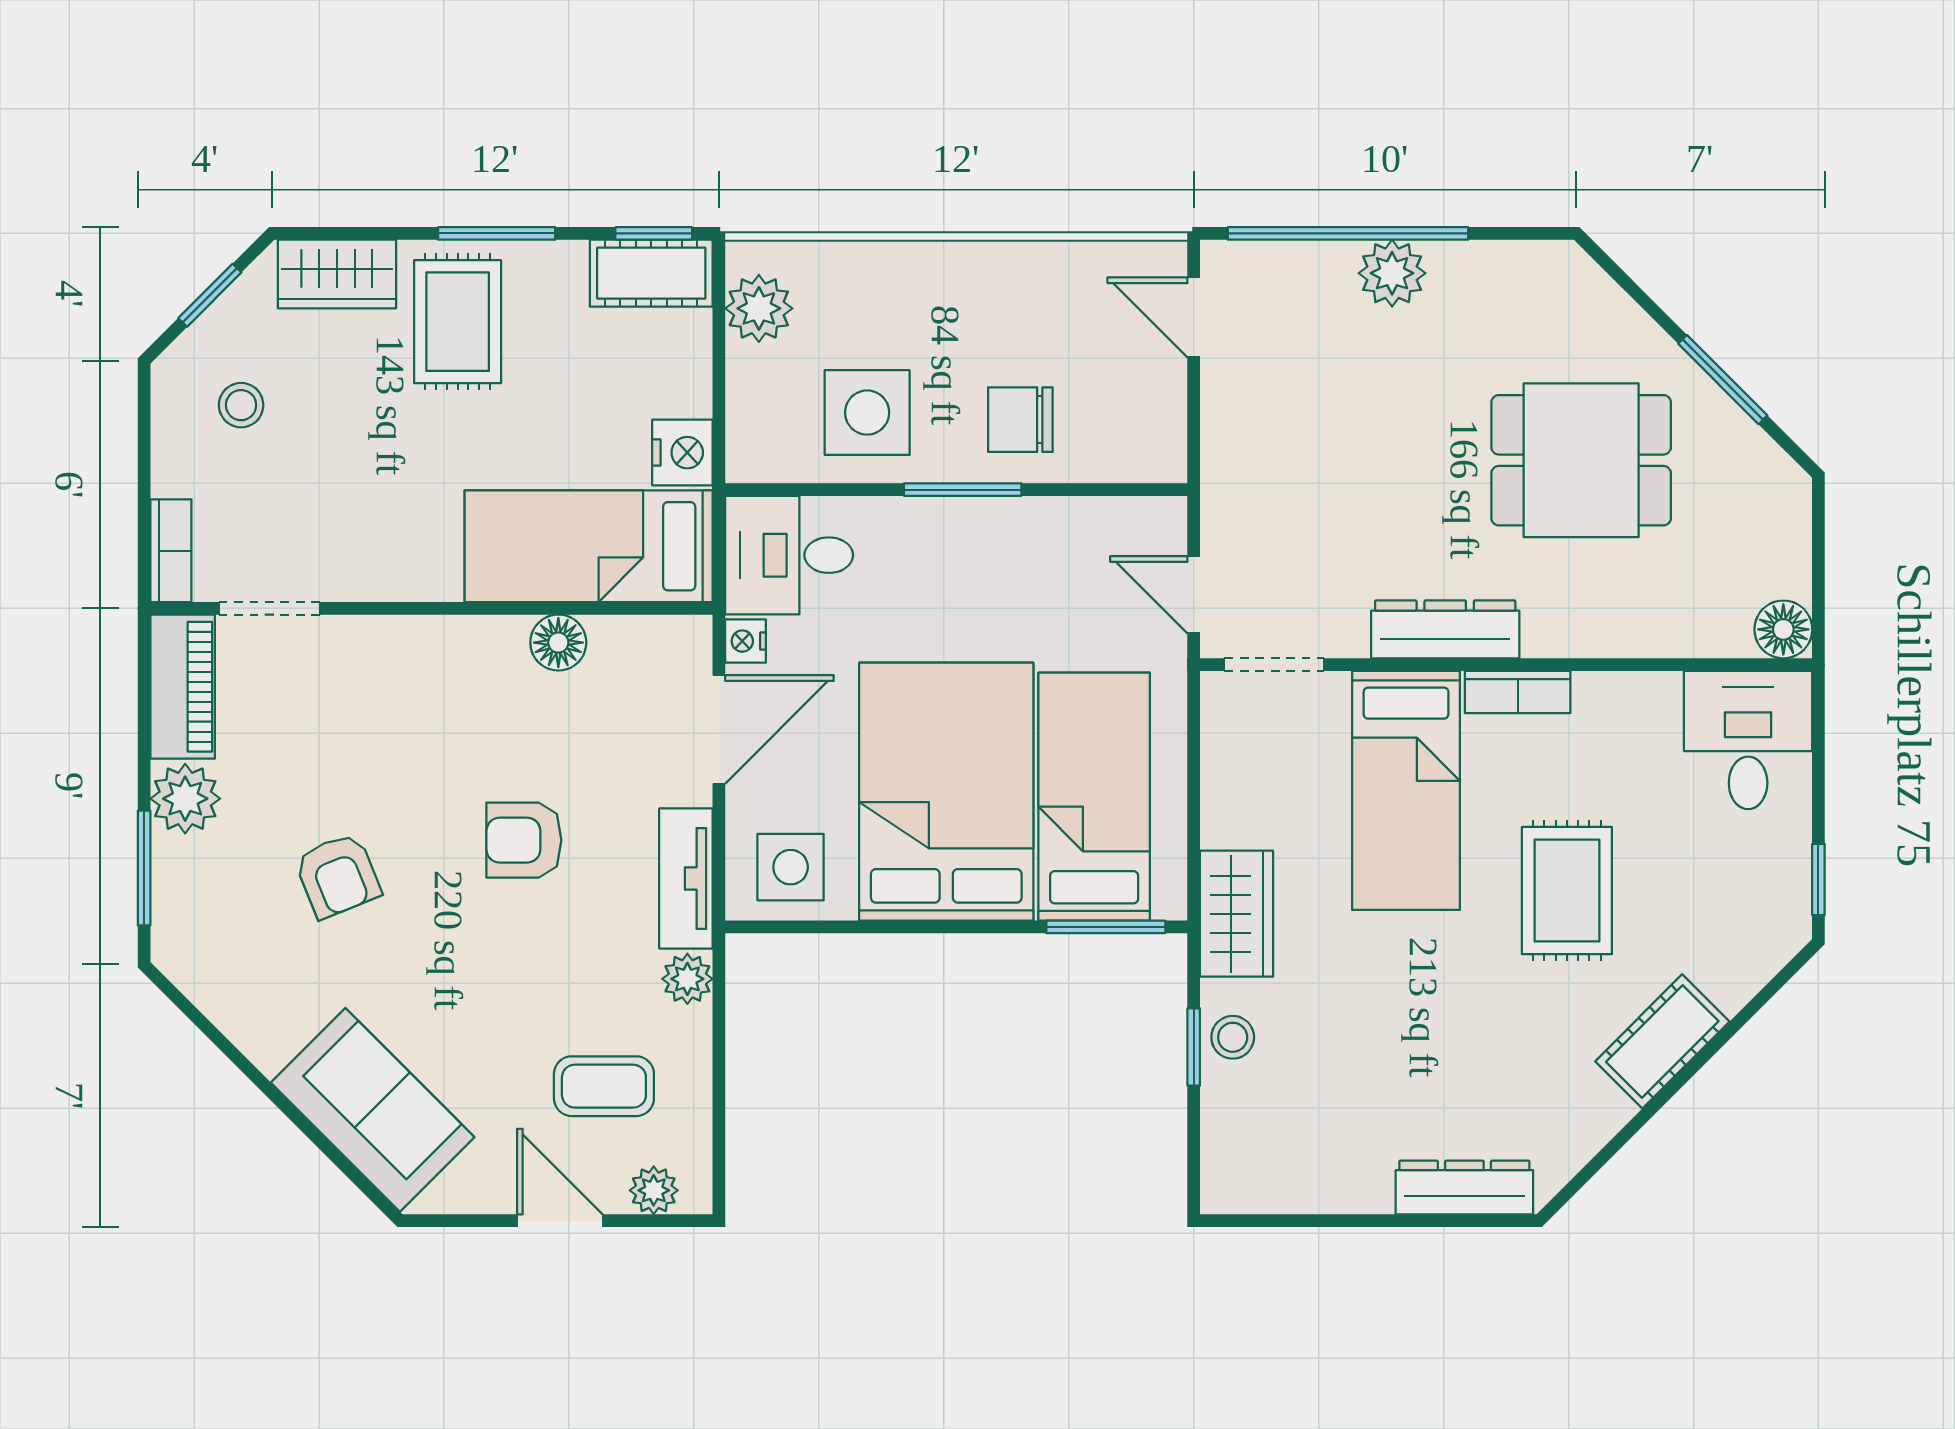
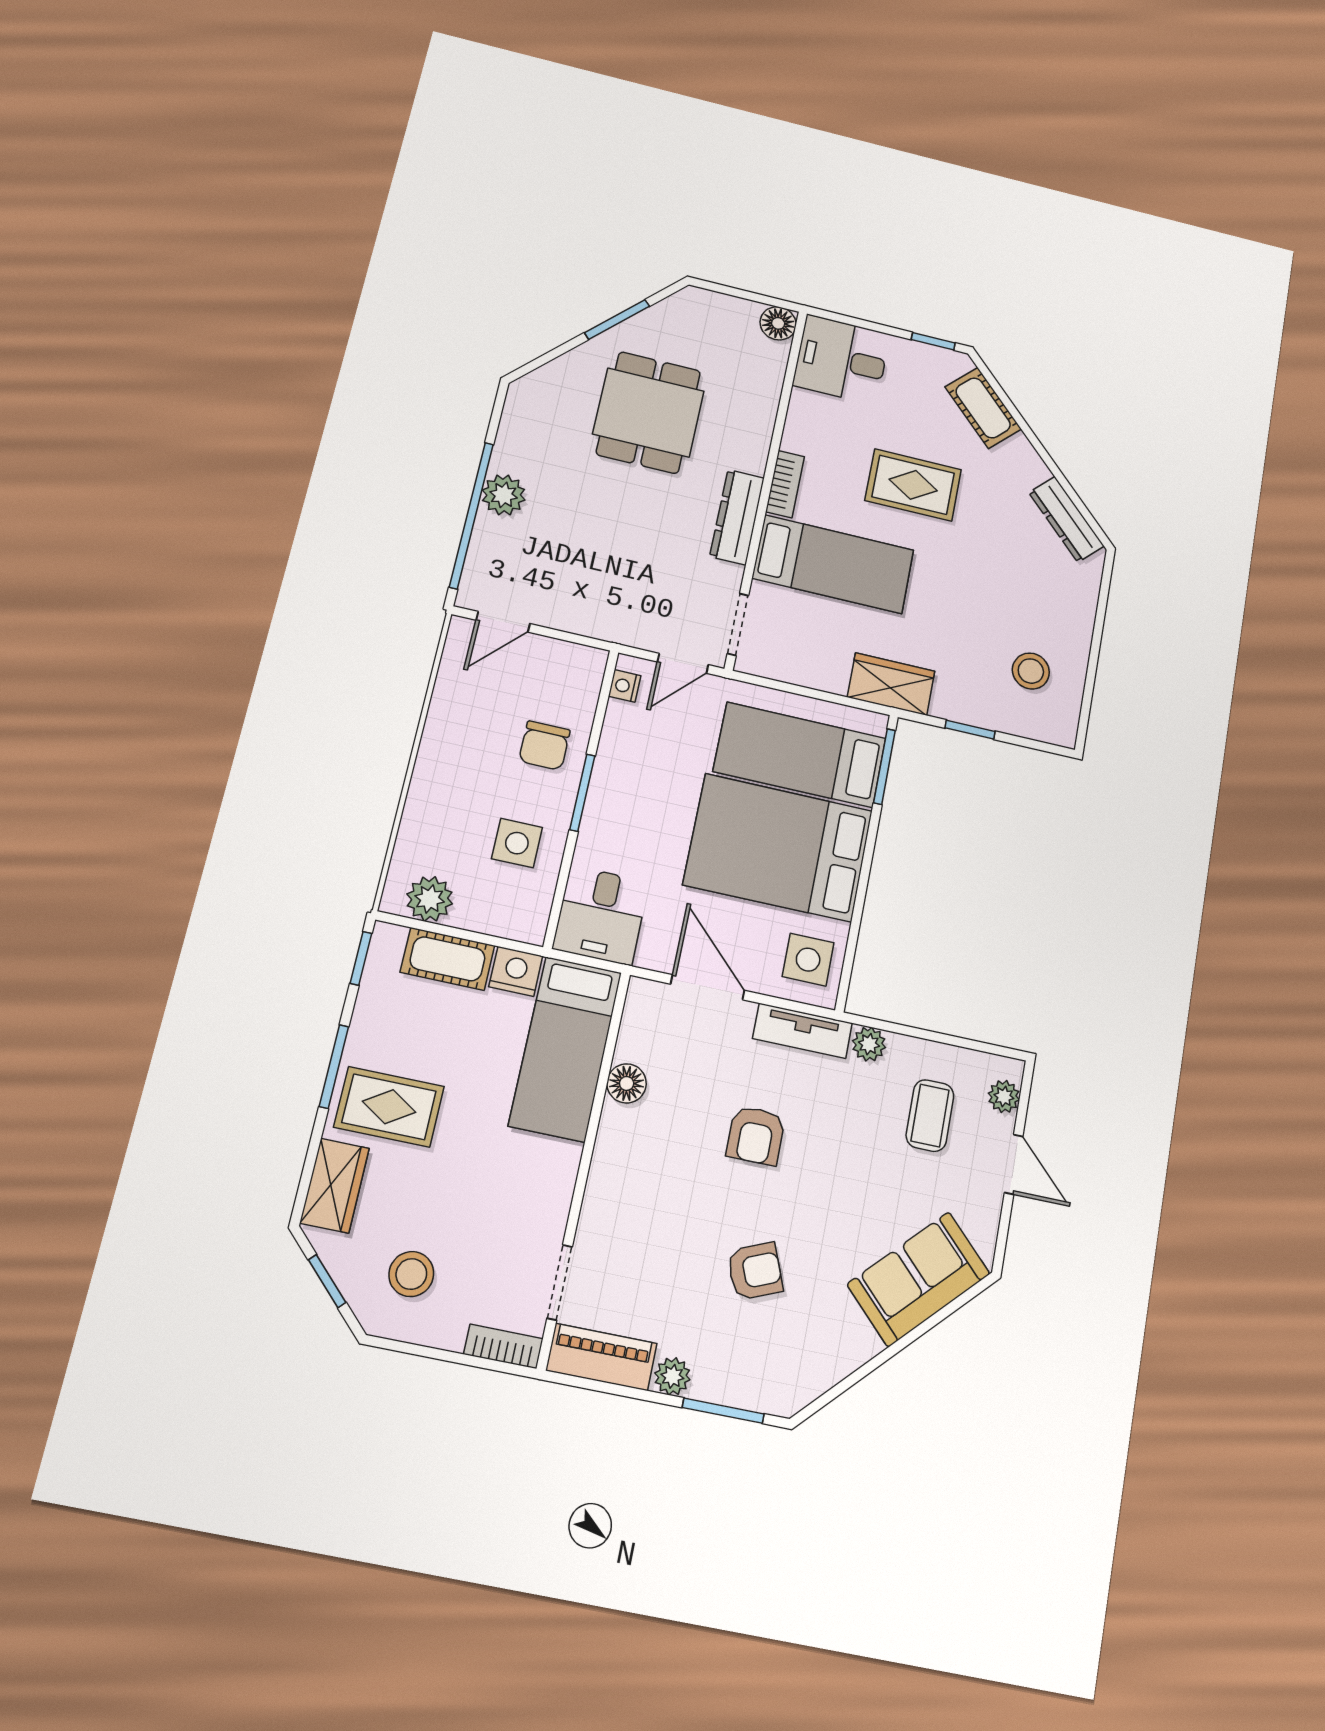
cot: (651, 273) -> (447, 959), moved, turned 90
stool: (241, 405) -> (411, 1274), width x1.37, depth x1.37
side table: (867, 413) -> (517, 843), width x0.73, depth x0.73
nightstand: (746, 641) -> (625, 686), moved, turned 90
plant: (185, 799) -> (672, 1376), width x0.73, depth x0.73
stool: (1233, 1037) -> (1031, 671), moved, width x1.37, depth x1.37
cot: (1662, 1041) -> (983, 408), moved
dresser: (1464, 1187) -> (1066, 519), moved, turned -45
door: (560, 1221) -> (1014, 1164), swing flipped

